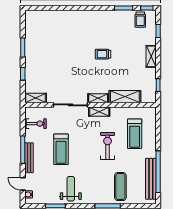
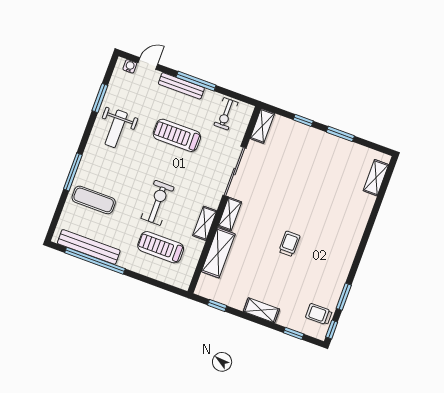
shelving: (42, 15) -> (376, 178), added
shelving: (99, 112) -> (205, 223), moved
exercise bike: (108, 146) -> (158, 203), turned -90
weight bench: (71, 189) -> (116, 129), turned 90

